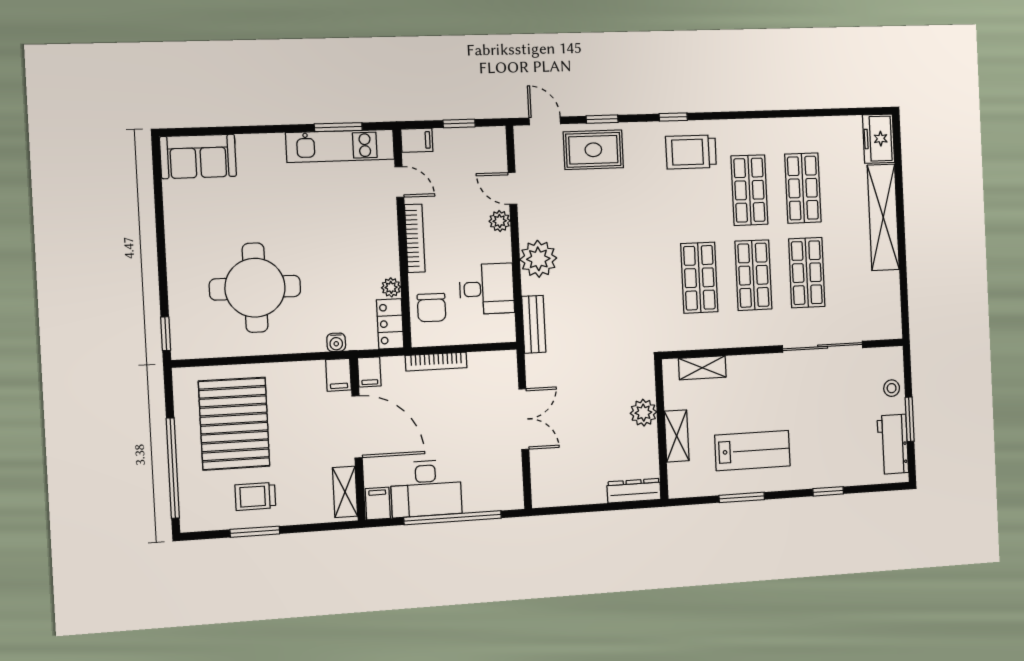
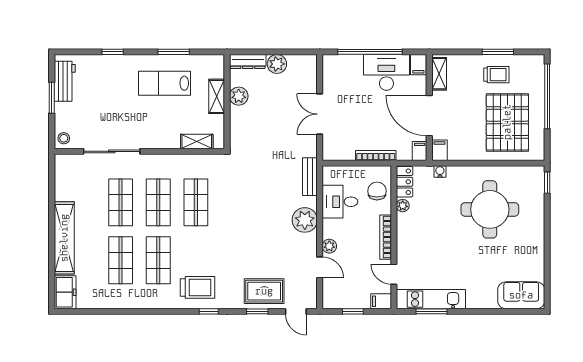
stool: (892, 388) -> (64, 138), moved
plant: (643, 413) -> (239, 96), moved
plant: (591, 490) -> (277, 64), added

